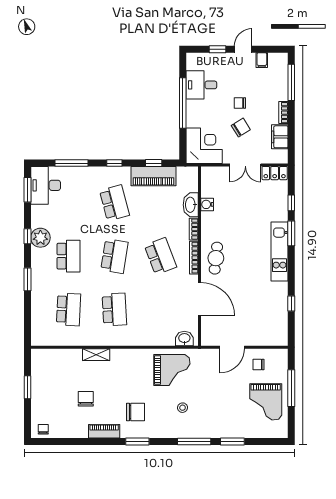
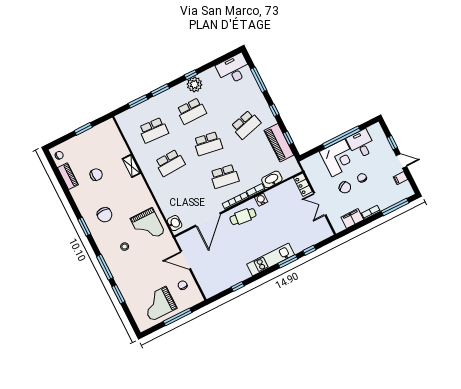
corner desk: (204, 146) -> (338, 158), moved
locker: (275, 173) -> (303, 185), moved
window: (27, 190) -> (138, 101), moved
water cooler: (207, 204) -> (261, 200), moved
school desk: (160, 256) -> (224, 176), turned 30
piano: (104, 431) -> (68, 176), moved

